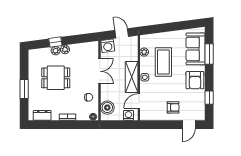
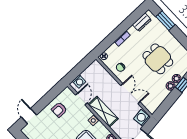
double door: (100, 71) -> (130, 94), swing flipped
dining table: (56, 78) -> (158, 59), turned 90
window: (24, 89) -> (165, 21), moved
armchair: (173, 107) -> (59, 110), moved
boiler: (107, 108) -> (100, 73), removed

